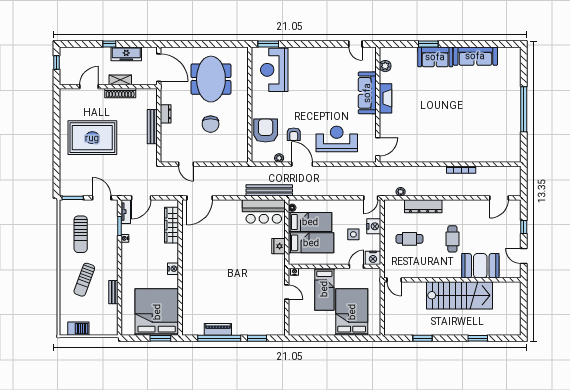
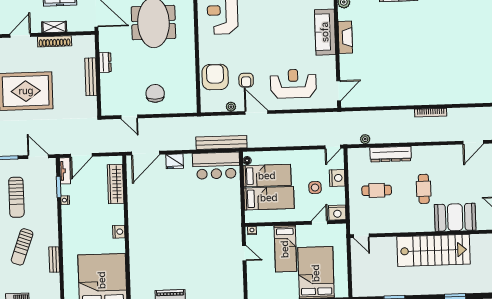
chair: (211, 124) -> (155, 93), moved, turned 180
fridge: (278, 246) -> (175, 161), moved, turned -90

